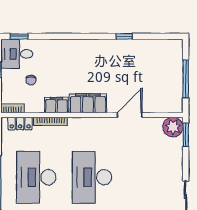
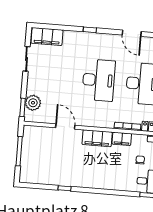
door: (130, 115) -> (65, 126), swing flipped
plant: (173, 127) -> (33, 103), moved

